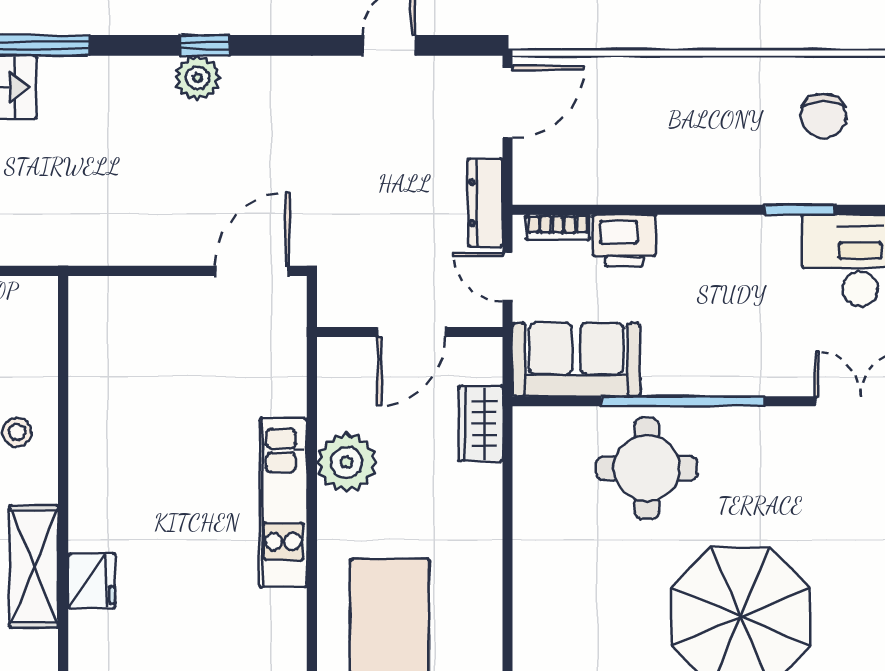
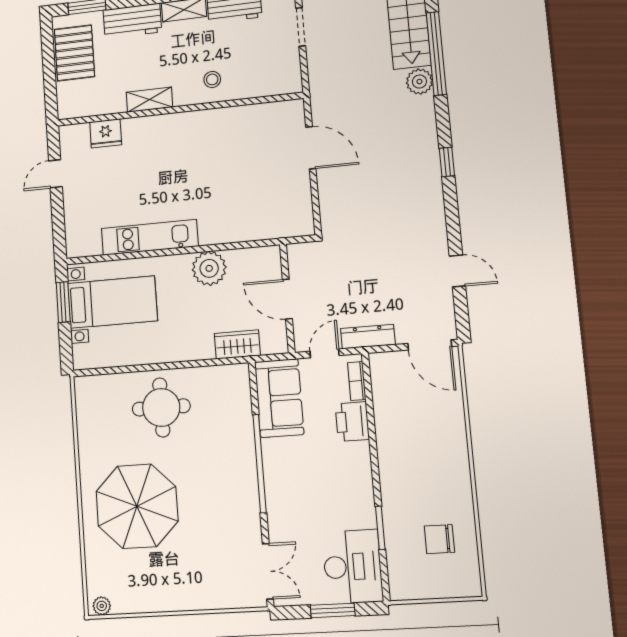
plant: (197, 78) -> (419, 82), moved
door: (252, 271) -> (311, 148), moved
round table: (647, 468) -> (161, 407), moved
kitchen unit: (283, 503) -> (150, 237), moved
shelving: (34, 566) -> (149, 100), width x0.67, depth x0.75
fridge: (92, 581) -> (106, 133), moved

